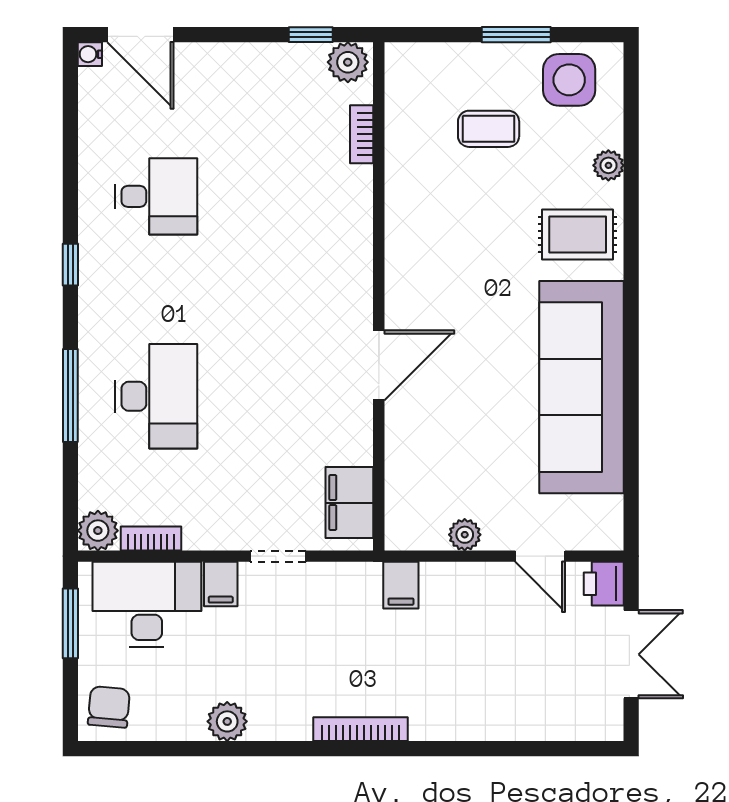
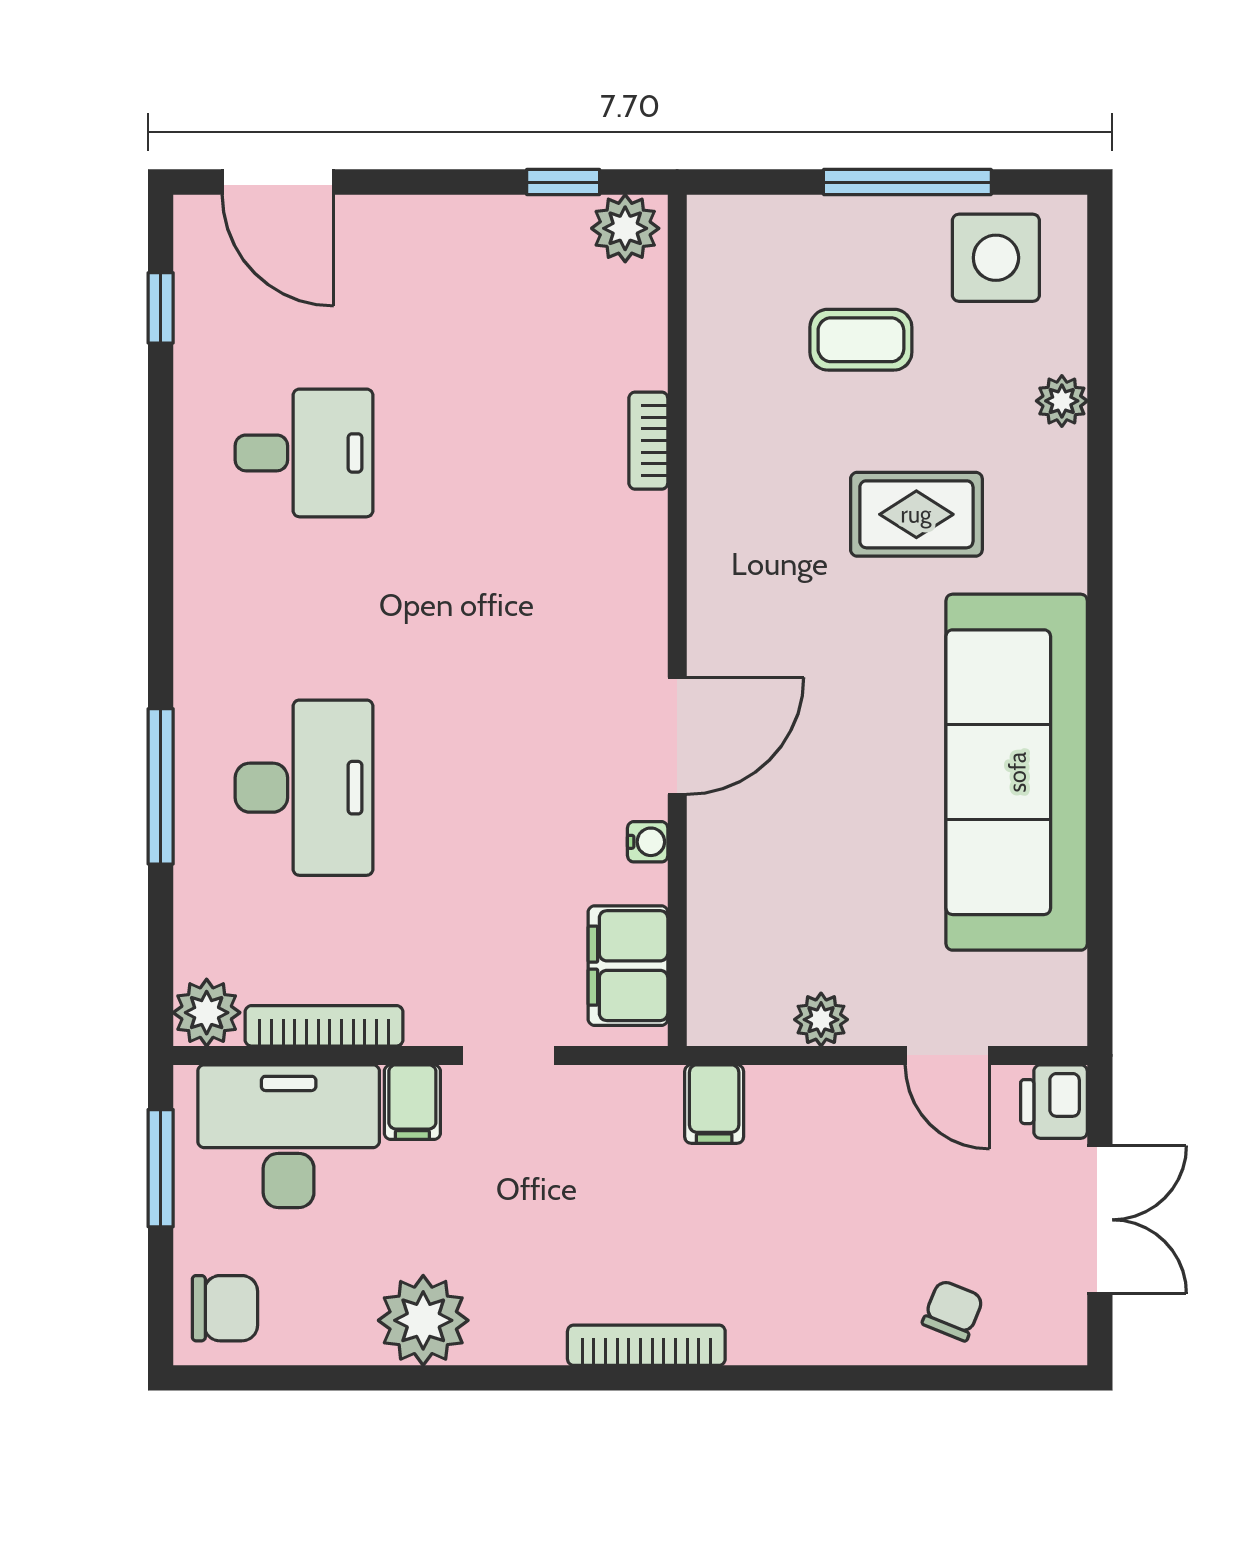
window: (516, 35) -> (907, 182), width x1.44
water cooler: (90, 54) -> (648, 842), moved, turned 180
bookcase: (362, 134) -> (648, 441), moved
rug: (578, 235) -> (916, 514), moved
window: (70, 265) -> (161, 308), moved
bookcase: (151, 538) -> (324, 1026), width x1.56
chair: (109, 707) -> (225, 1308), turned 85
chair: (543, 708) -> (953, 1310), added
plant: (227, 721) -> (423, 1320), width x1.36, depth x1.36

